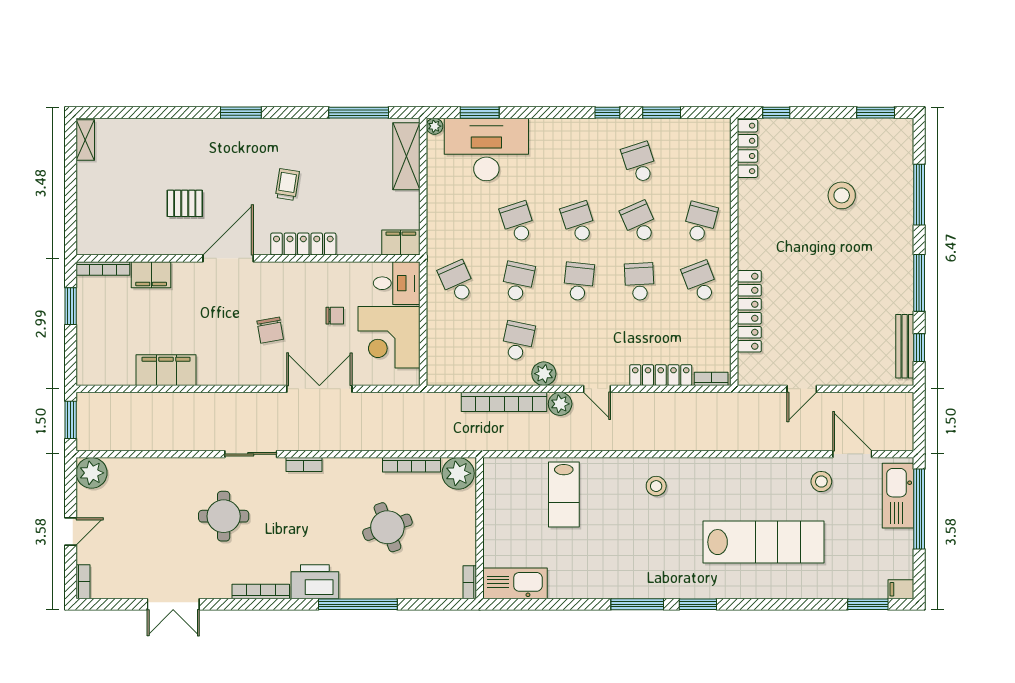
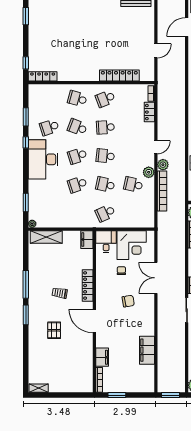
window: (359, 113) -> (26, 284), moved
desk: (486, 149) -> (43, 159), moved
stool: (842, 195) -> (65, 32), removed
pallet: (185, 203) -> (54, 330), moved
school desk: (639, 222) -> (77, 127), turned 45
locker: (661, 375) -> (149, 112), width x0.66
door: (802, 389) -> (156, 51), hinge flipped

